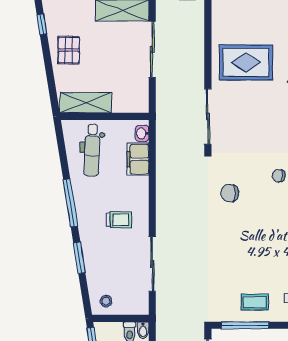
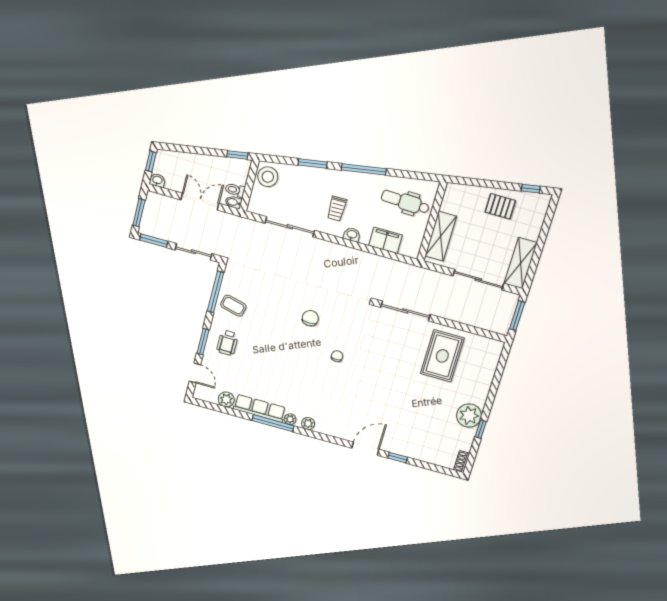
shelving: (86, 103) -> (441, 236), moved
washbasin: (142, 133) -> (352, 235), moved
chair: (230, 193) -> (310, 318), moved
stool: (106, 301) -> (268, 177), width x1.89, depth x1.89
coffee table: (255, 302) -> (233, 306), turned -76

